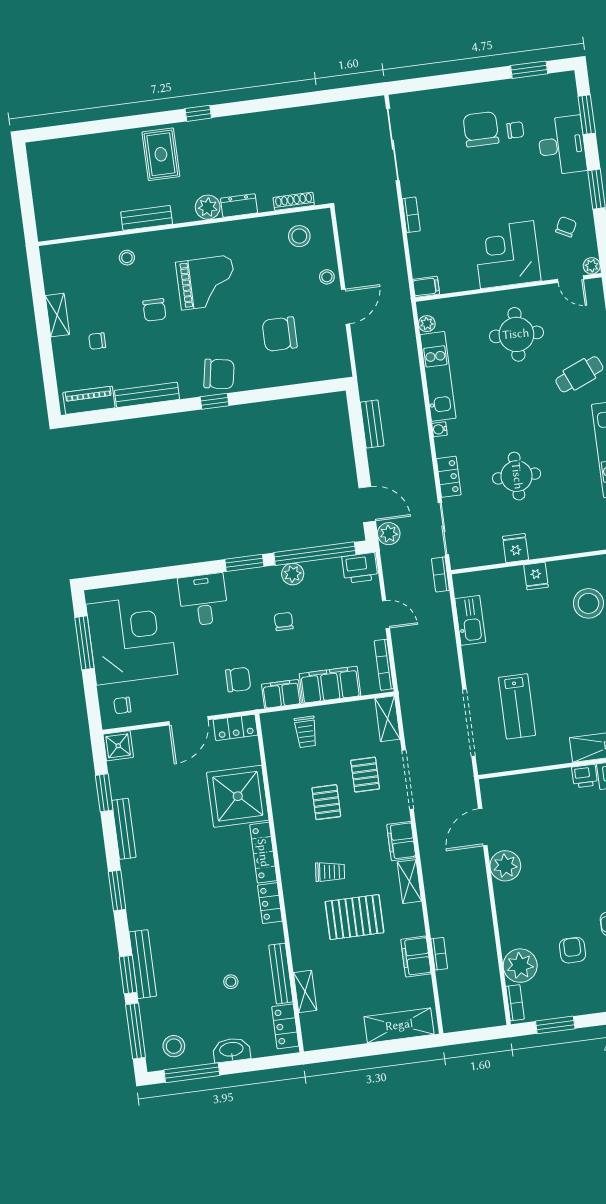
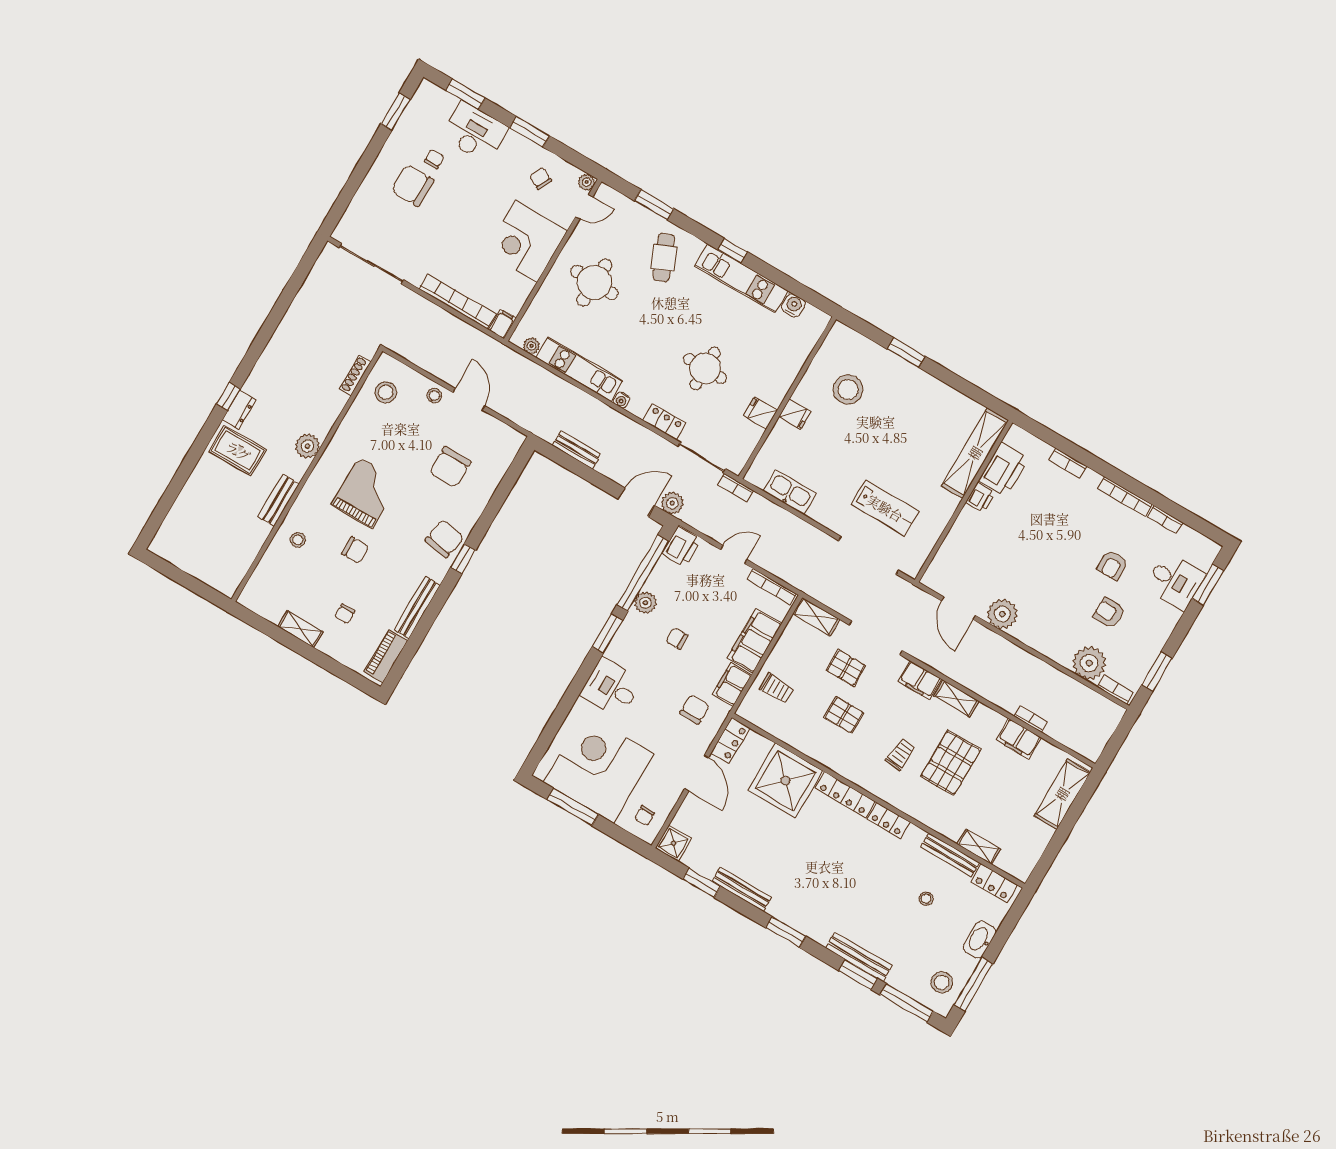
dresser: (239, 206) -> (239, 410), moved, turned 180
bookcase: (411, 215) -> (457, 301), width x2.31, depth x1.31

